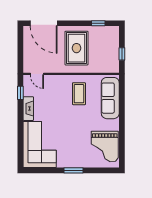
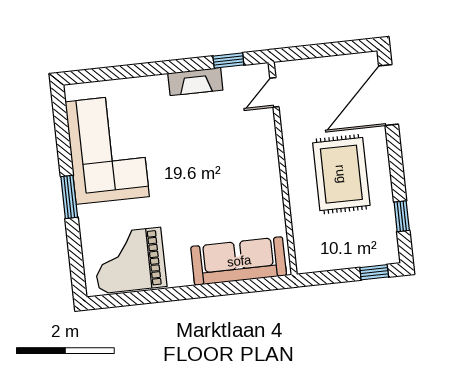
rug: (76, 48) -> (341, 174), turned 90
window: (122, 54) -> (374, 272), moved
coffee table: (79, 94) -> (241, 191), removed
corner sofa: (40, 144) -> (107, 149), moved, turned -90

